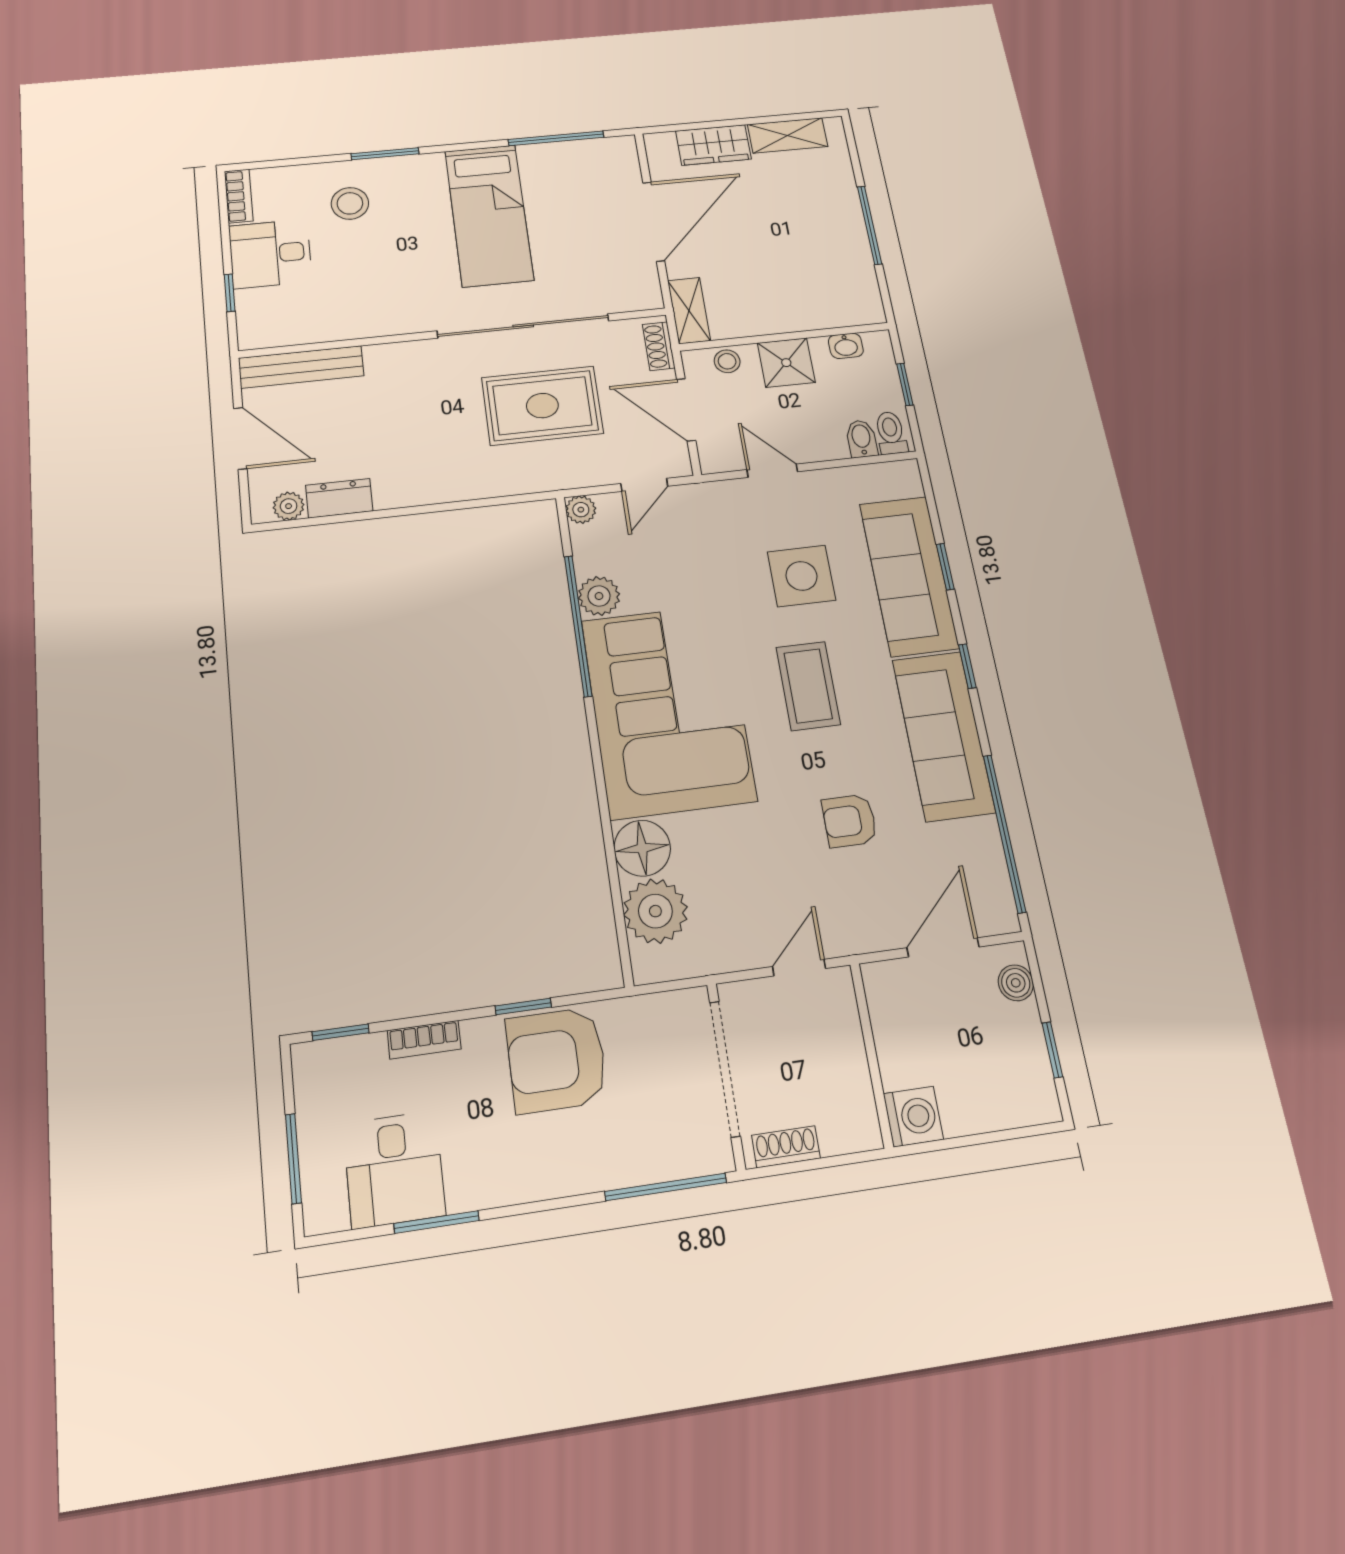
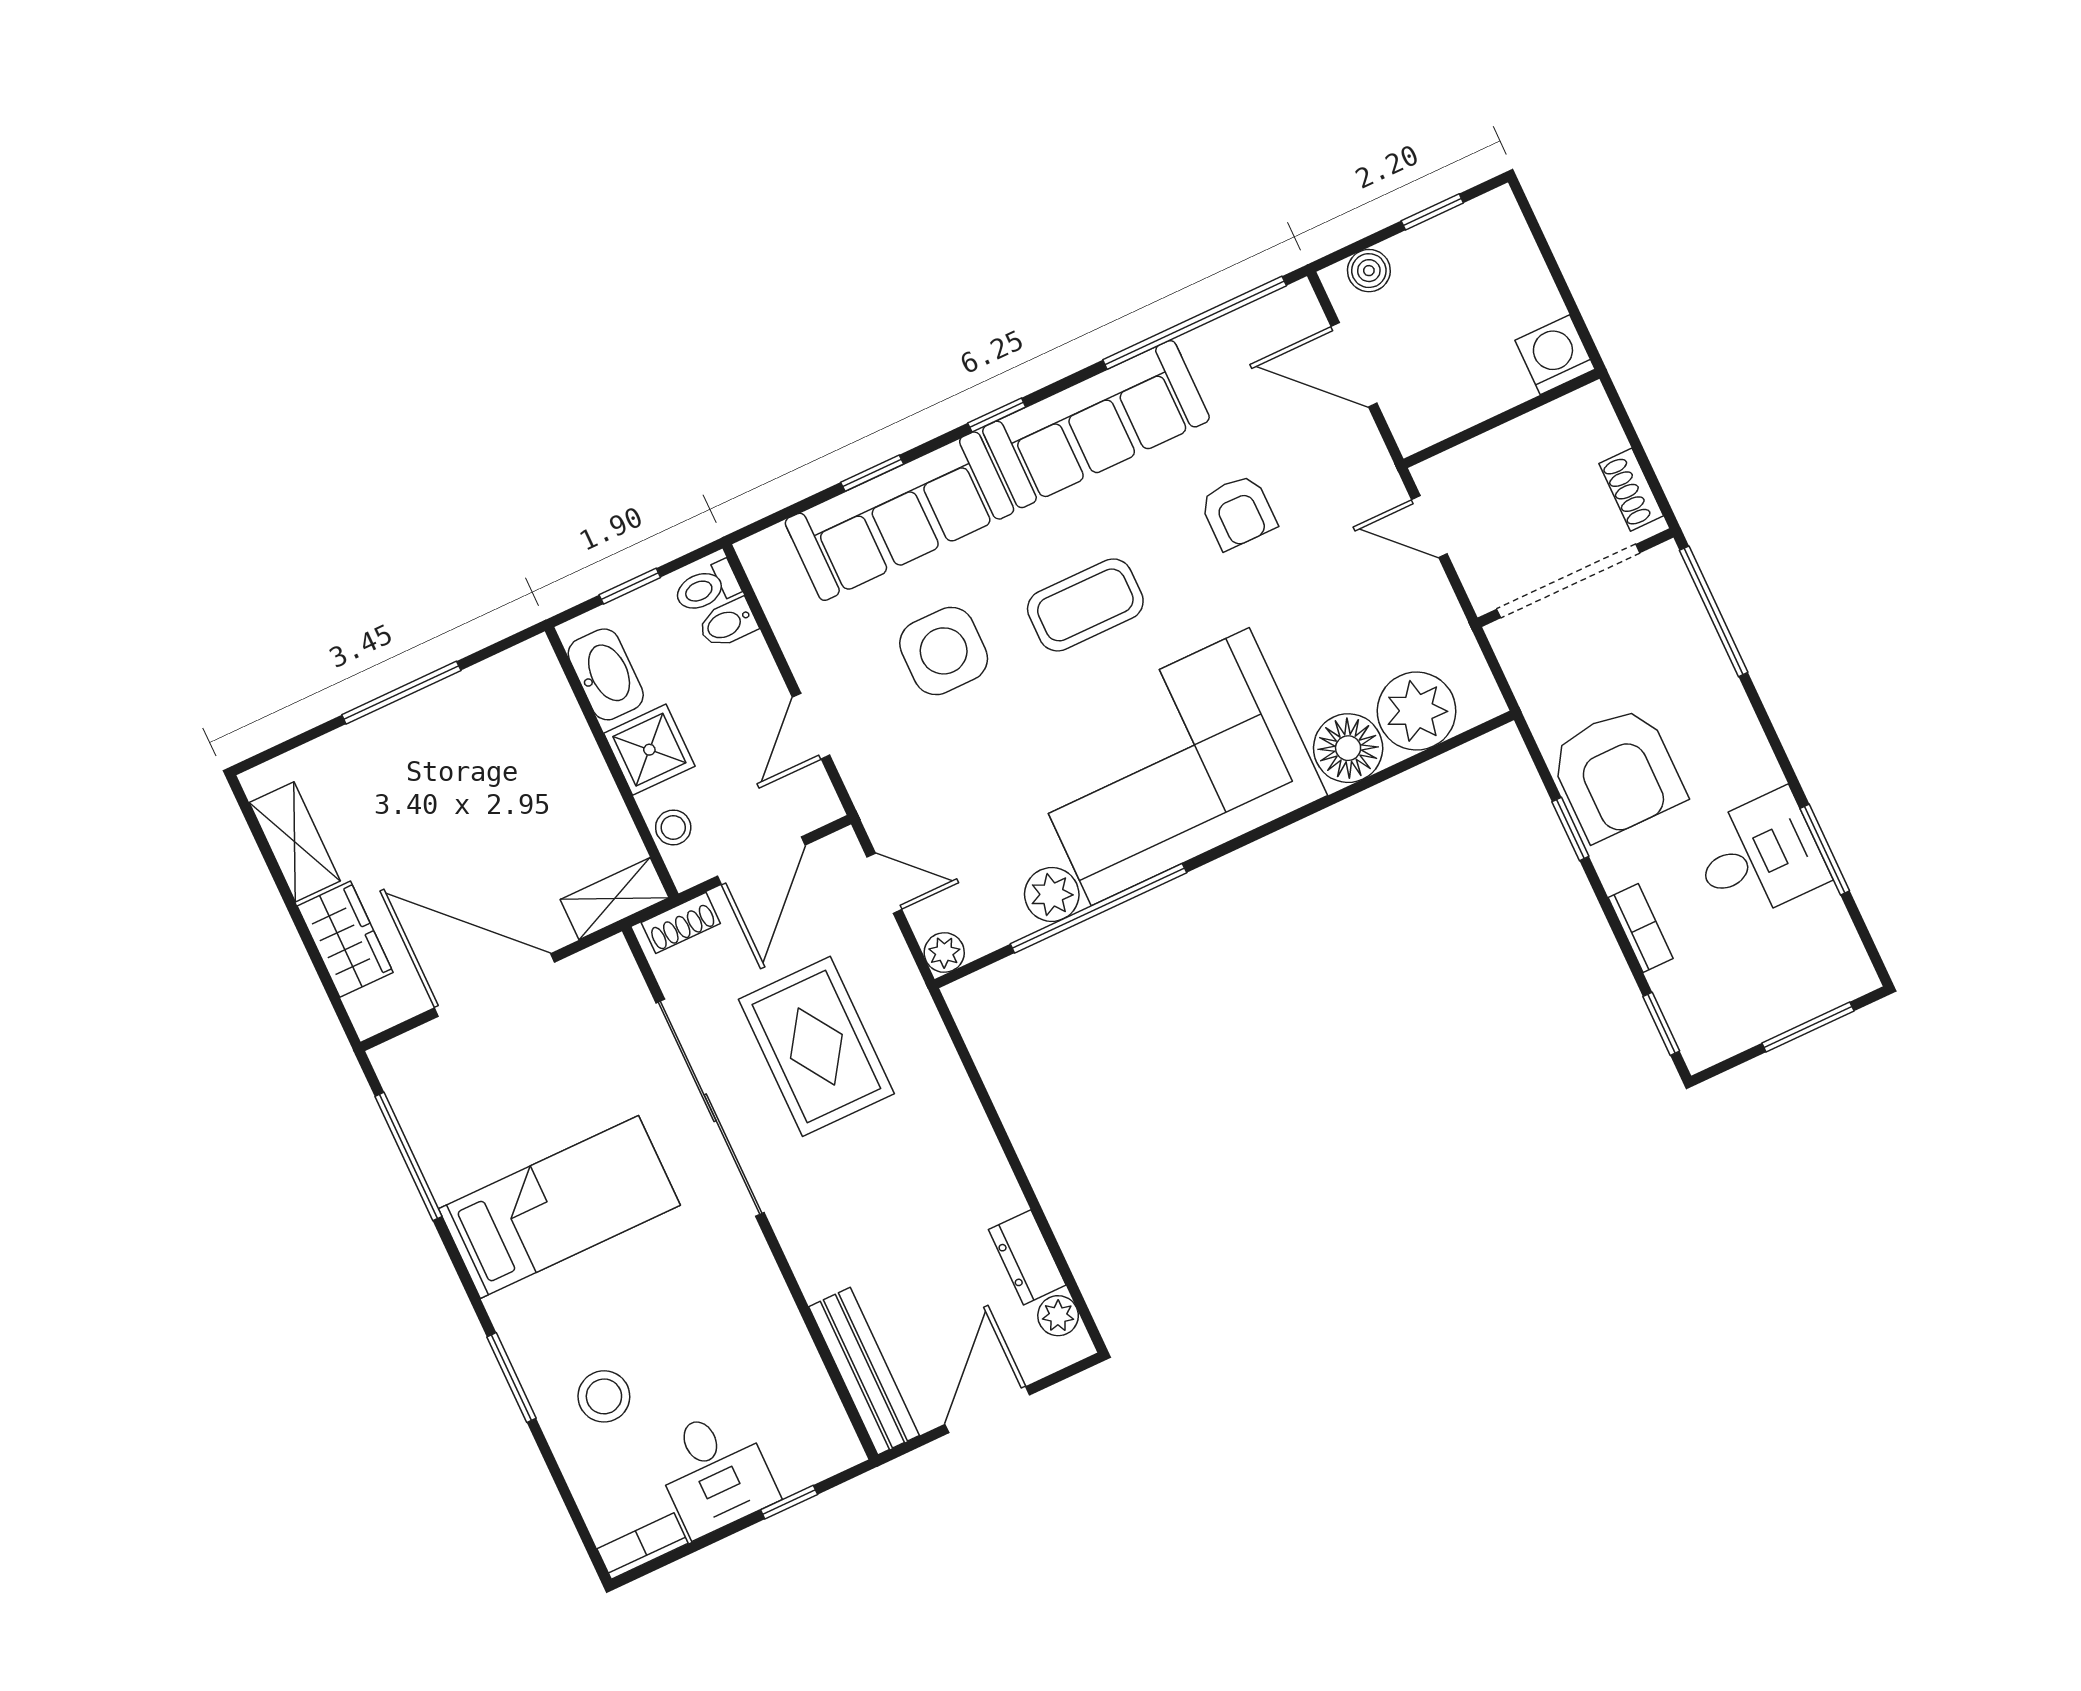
washbasin: (846, 346) -> (606, 674), width x1.91, depth x1.45
desk: (394, 1169) -> (1759, 856), moved

